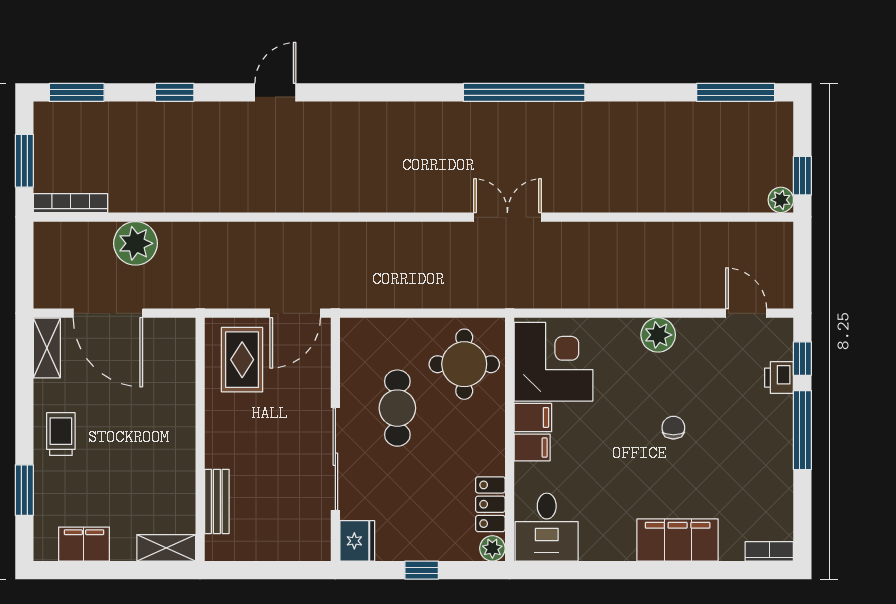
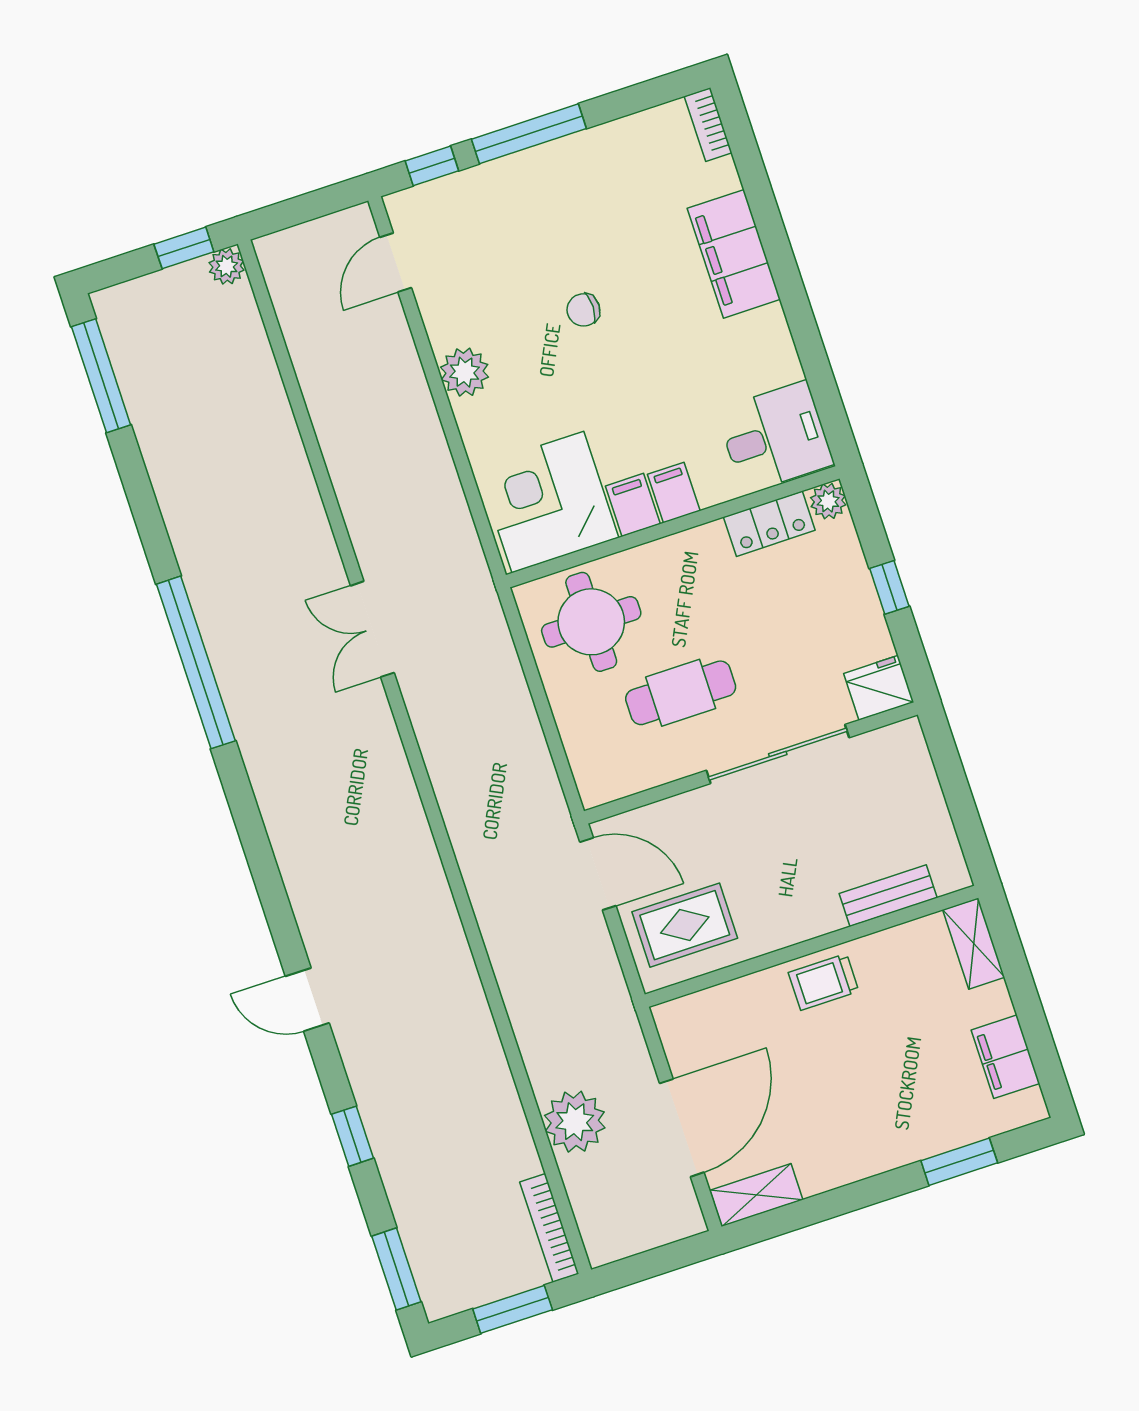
printer: (779, 378) -> (468, 189), removed
trolley: (61, 434) -> (824, 982), moved

